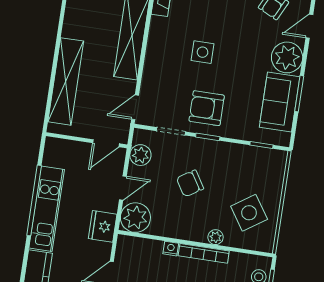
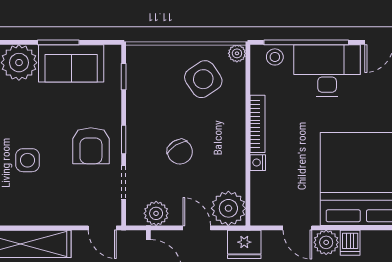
plant: (216, 237) -> (237, 53), moved

